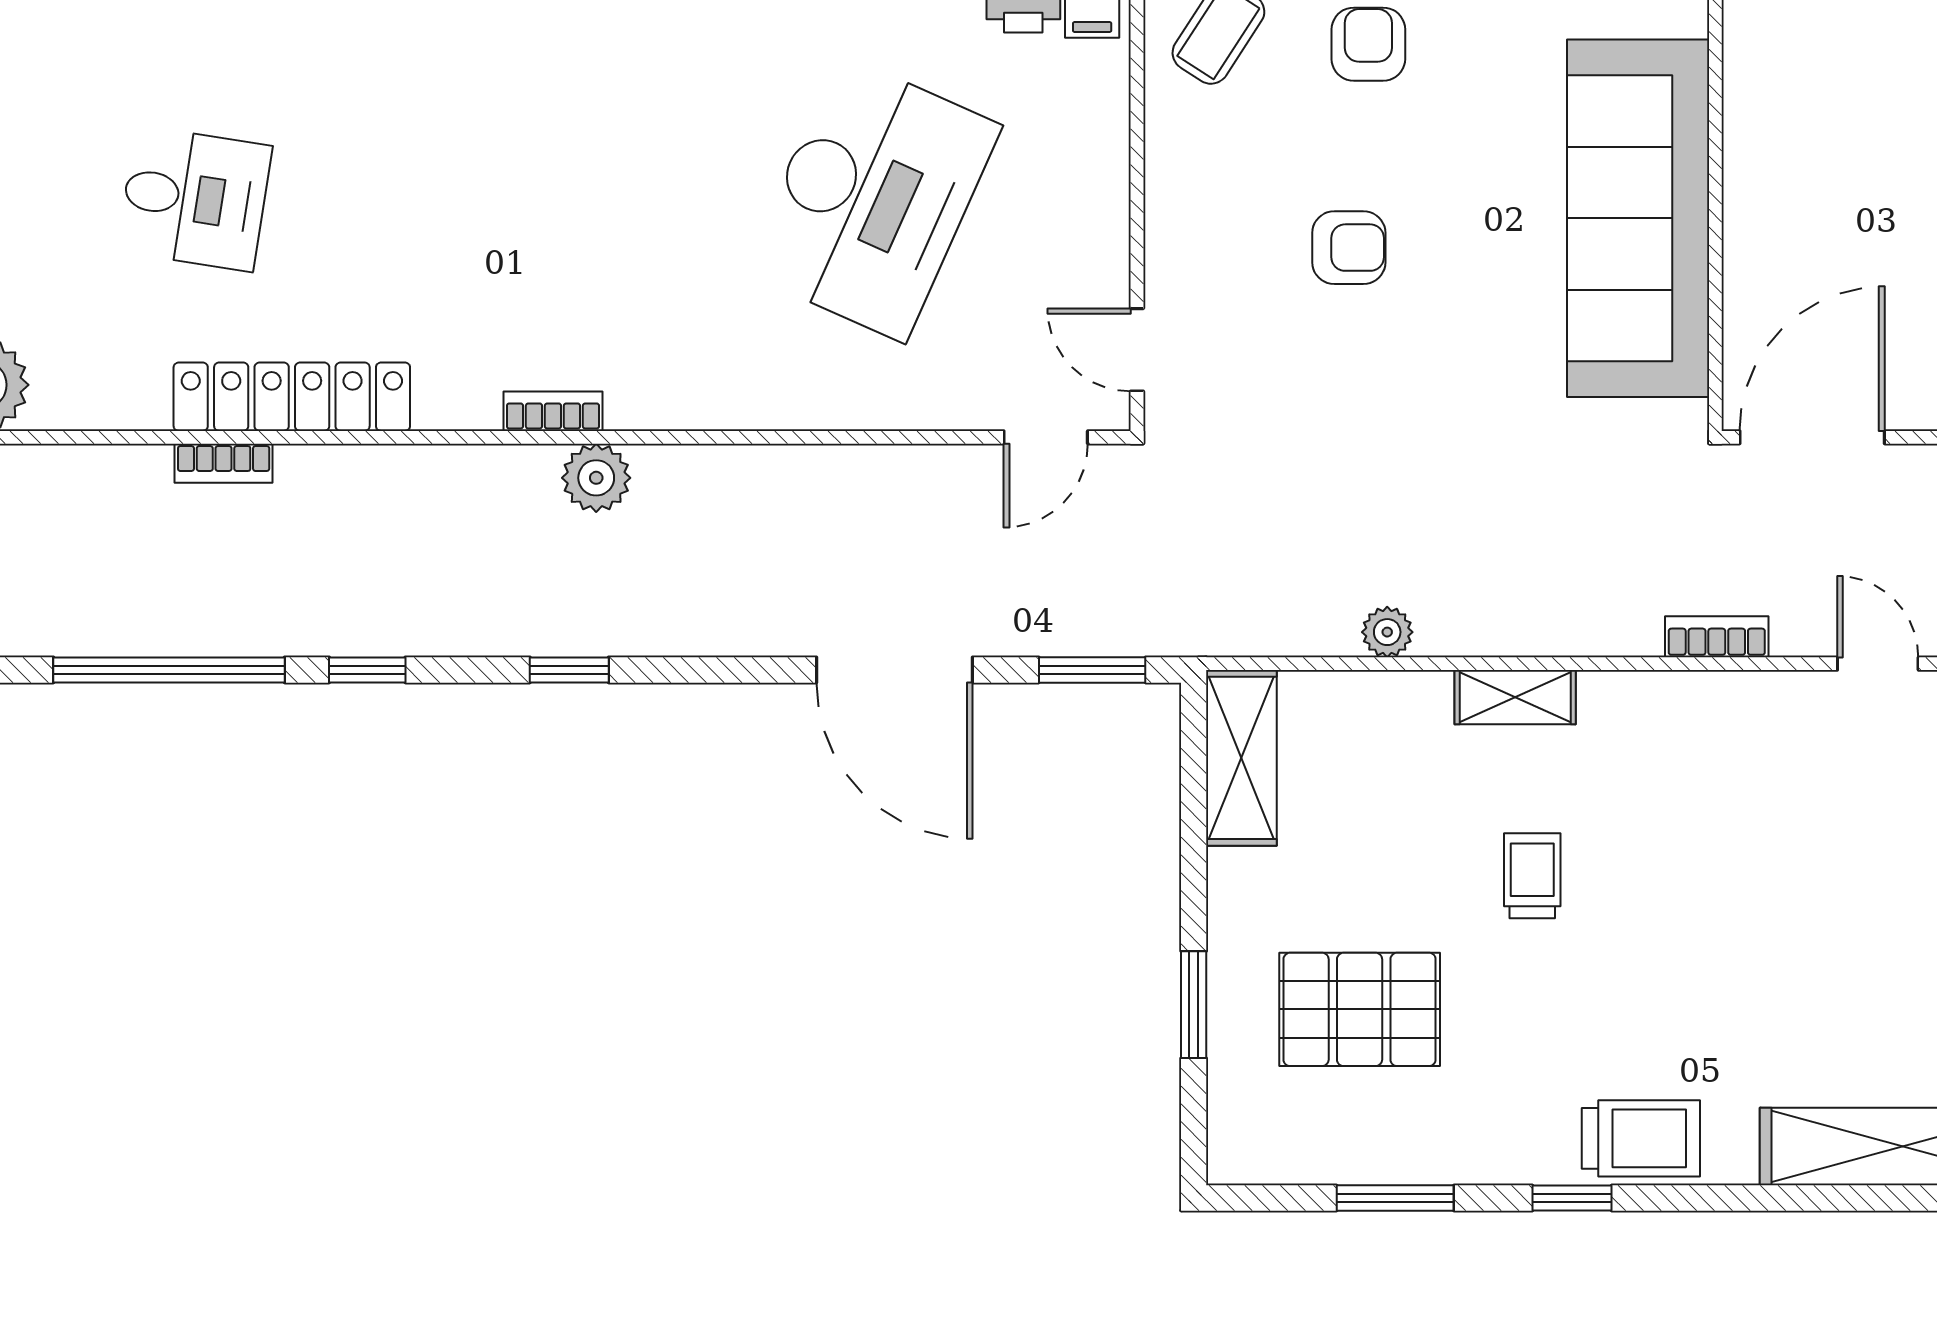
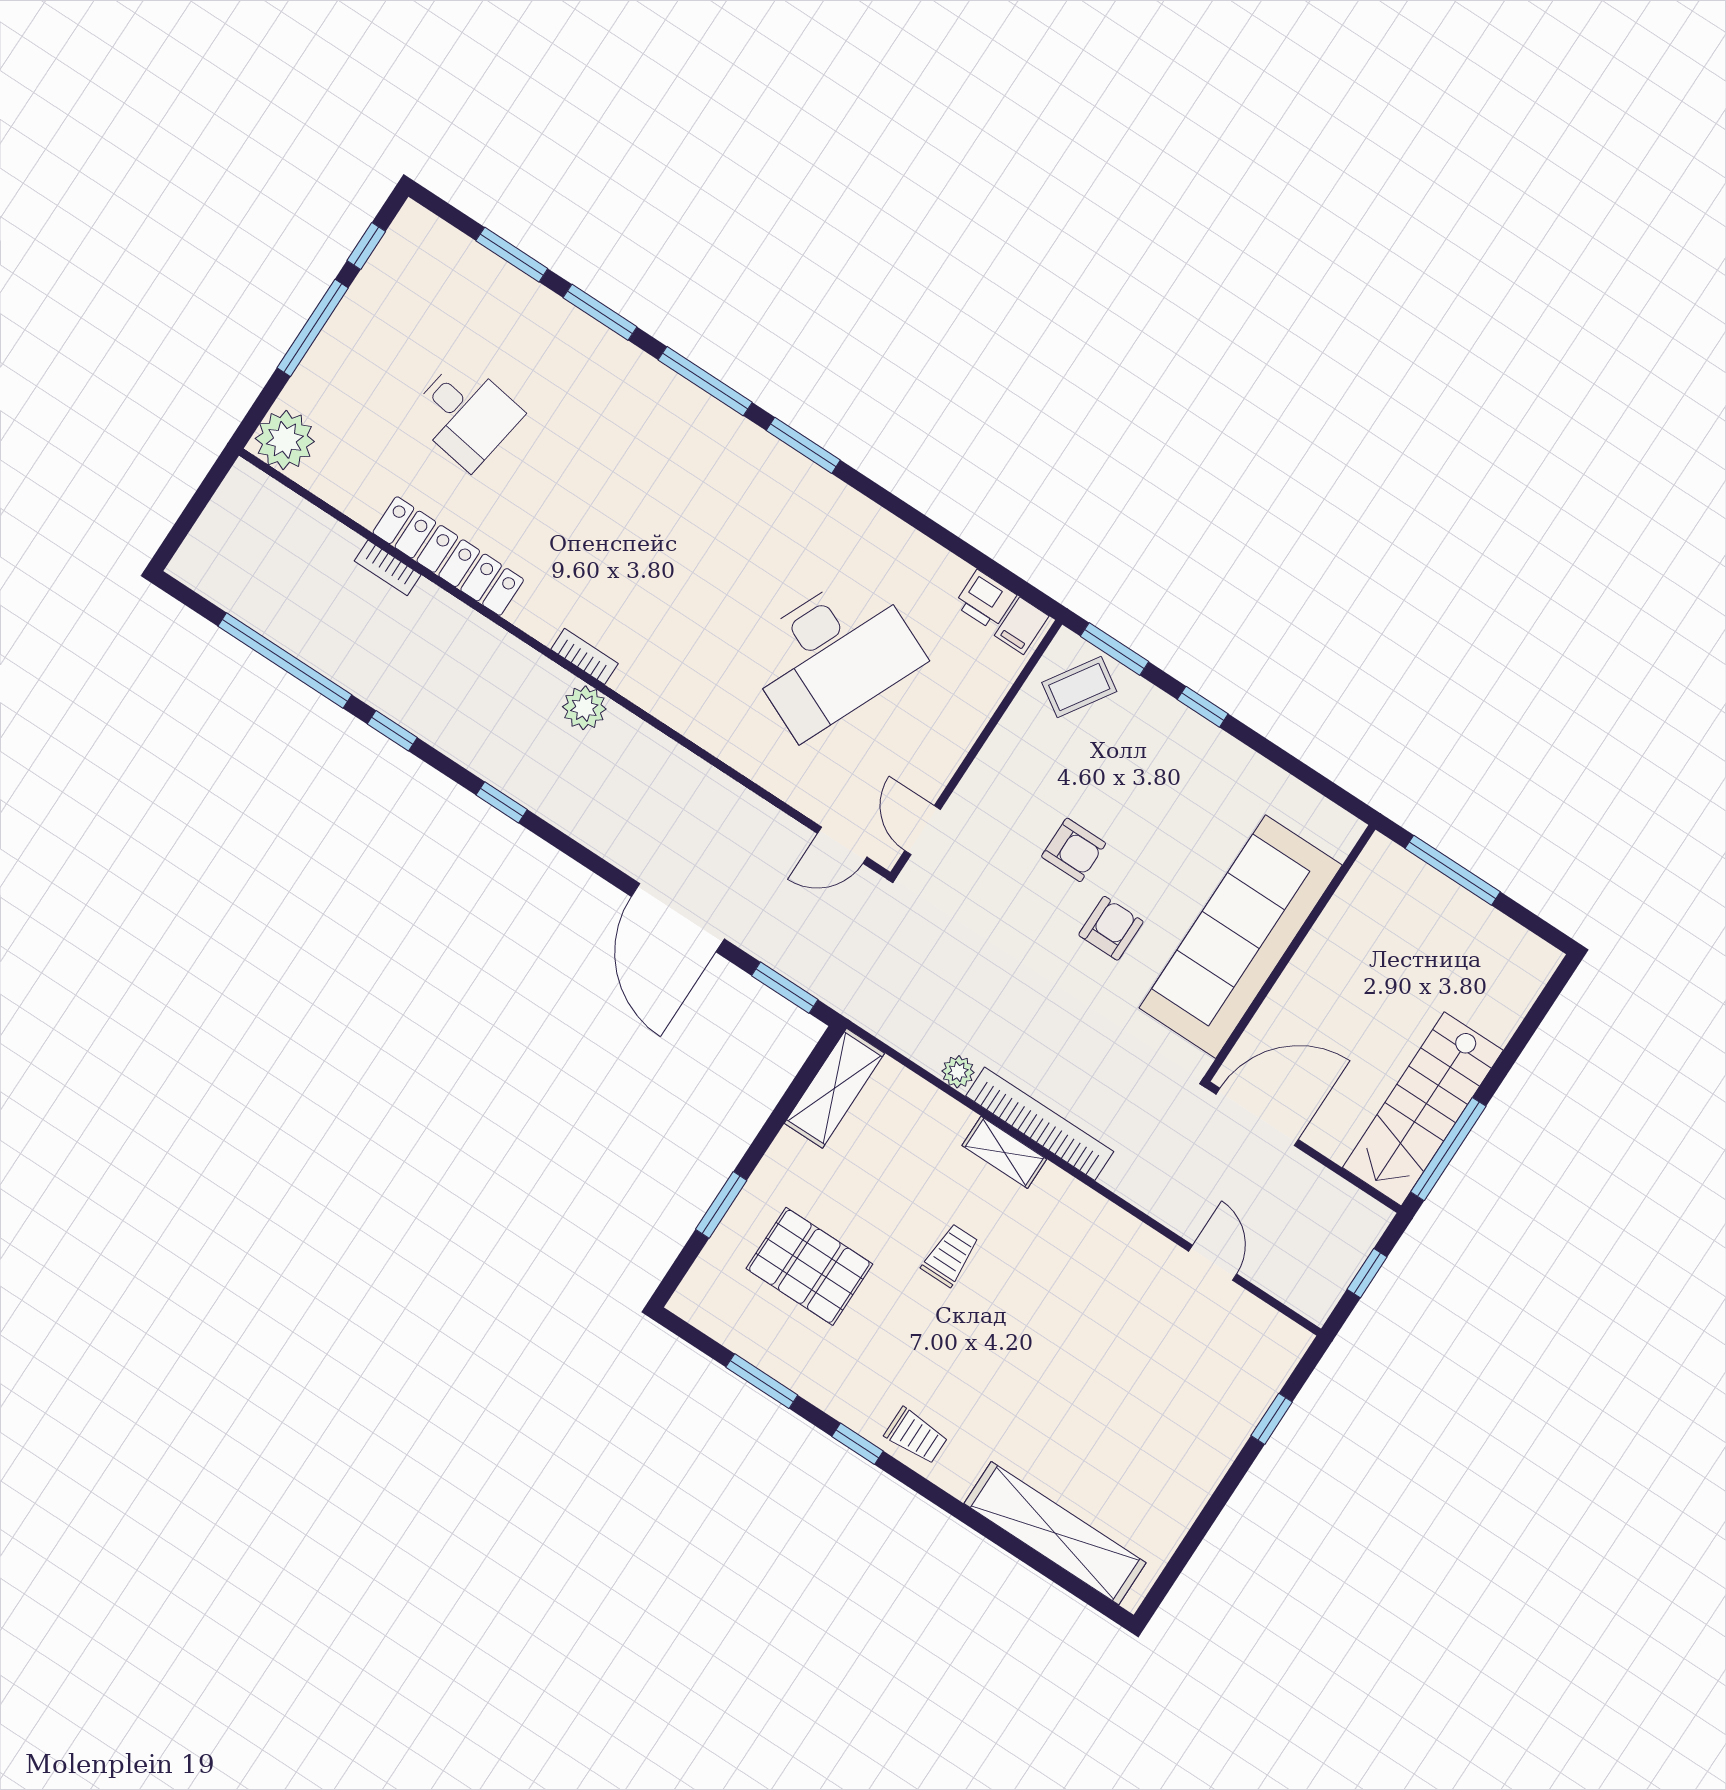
armchair: (1368, 44) -> (1111, 928), moved
bookcase: (1717, 637) -> (1040, 1124), moved, width x2.31, depth x1.31
trolley: (1641, 1138) -> (916, 1436), width x0.73, depth x0.72

